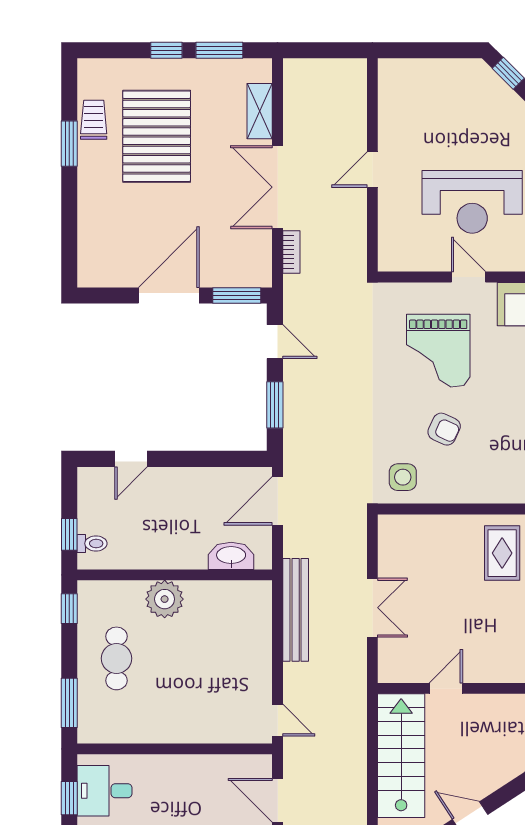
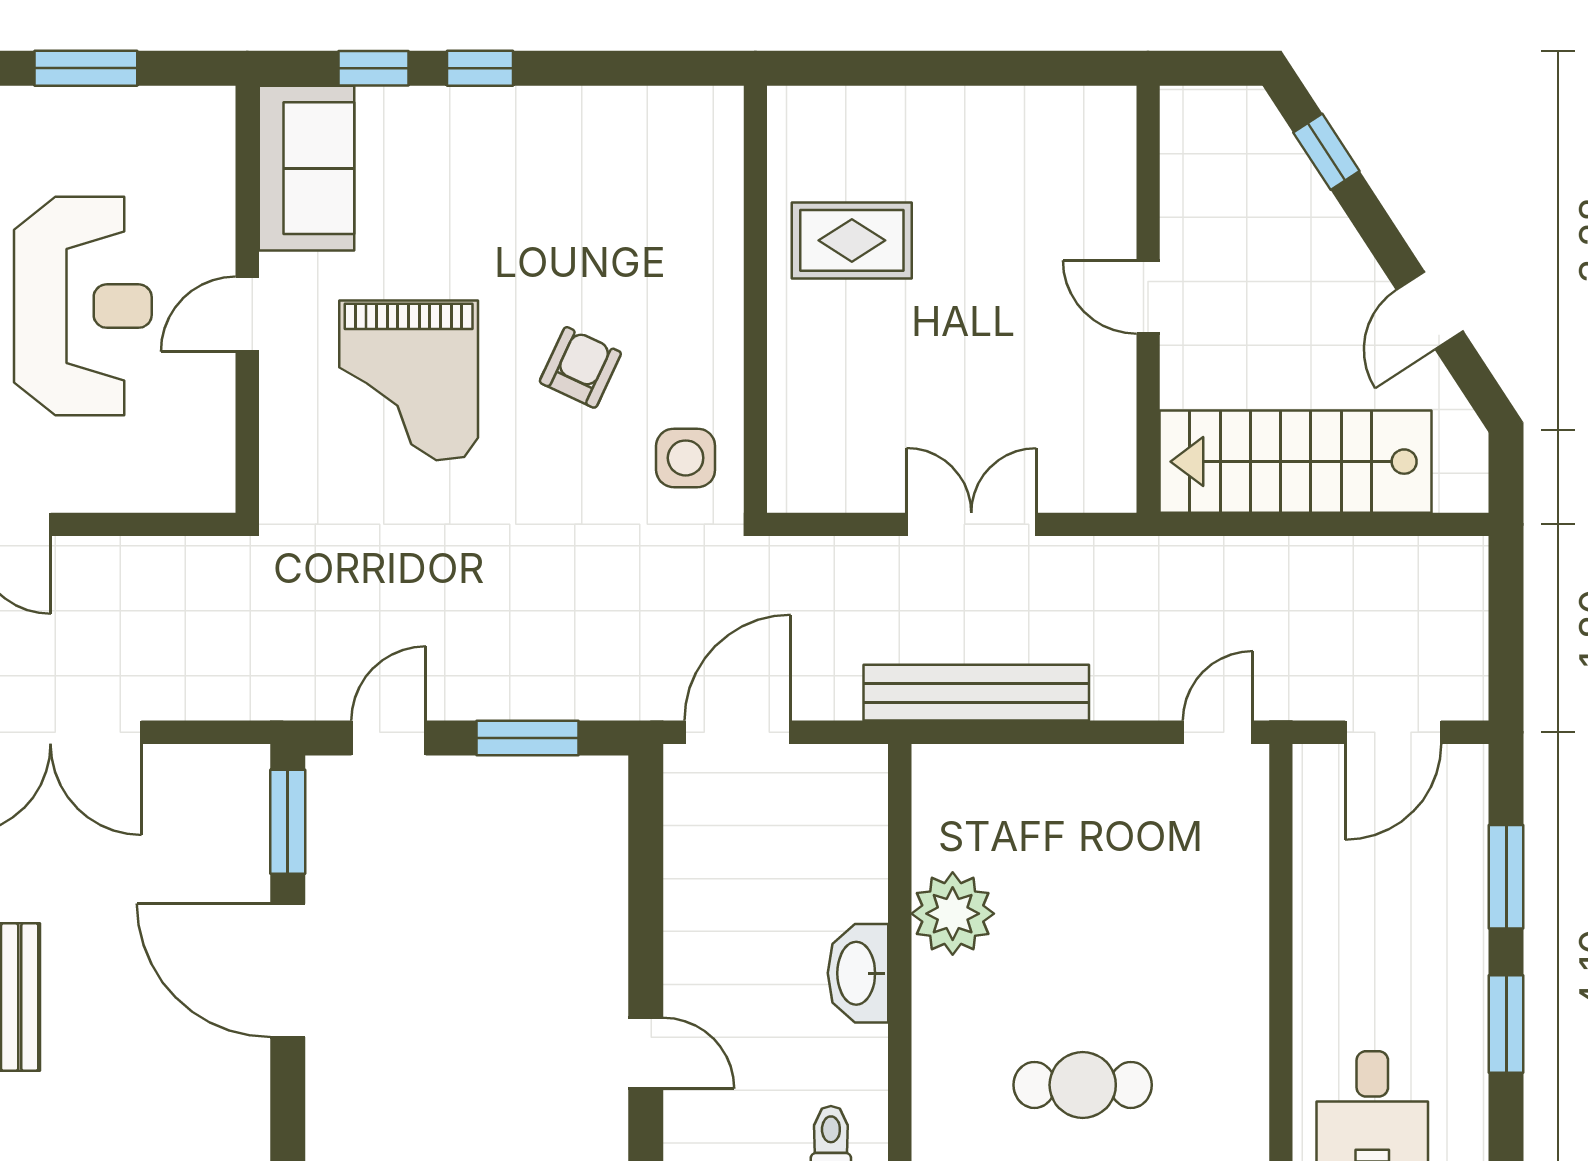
bookcase: (291, 252) -> (193, 702), removed
grand piano: (438, 351) -> (409, 380), turned 90
door: (278, 501) -> (738, 732), swing flipped
washbasin: (231, 556) -> (858, 973), moved
plant: (165, 599) -> (953, 914), moved
door: (446, 688) -> (1148, 297), moved

